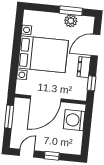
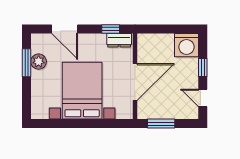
dresser: (84, 67) -> (119, 40), moved
door: (46, 99) -> (135, 82), hinge flipped
washing machine: (74, 120) -> (187, 45), moved

